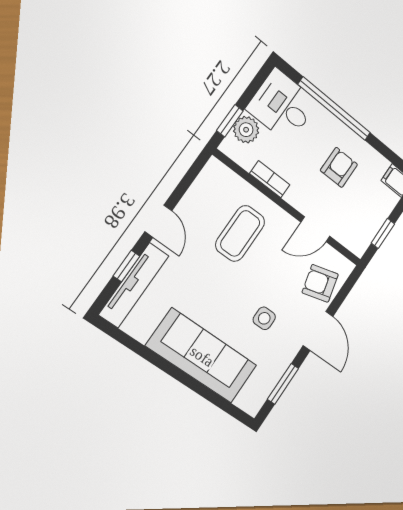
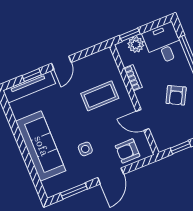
armchair: (339, 167) -> (176, 95), turned 118
armchair: (320, 283) -> (128, 151), turned -75

